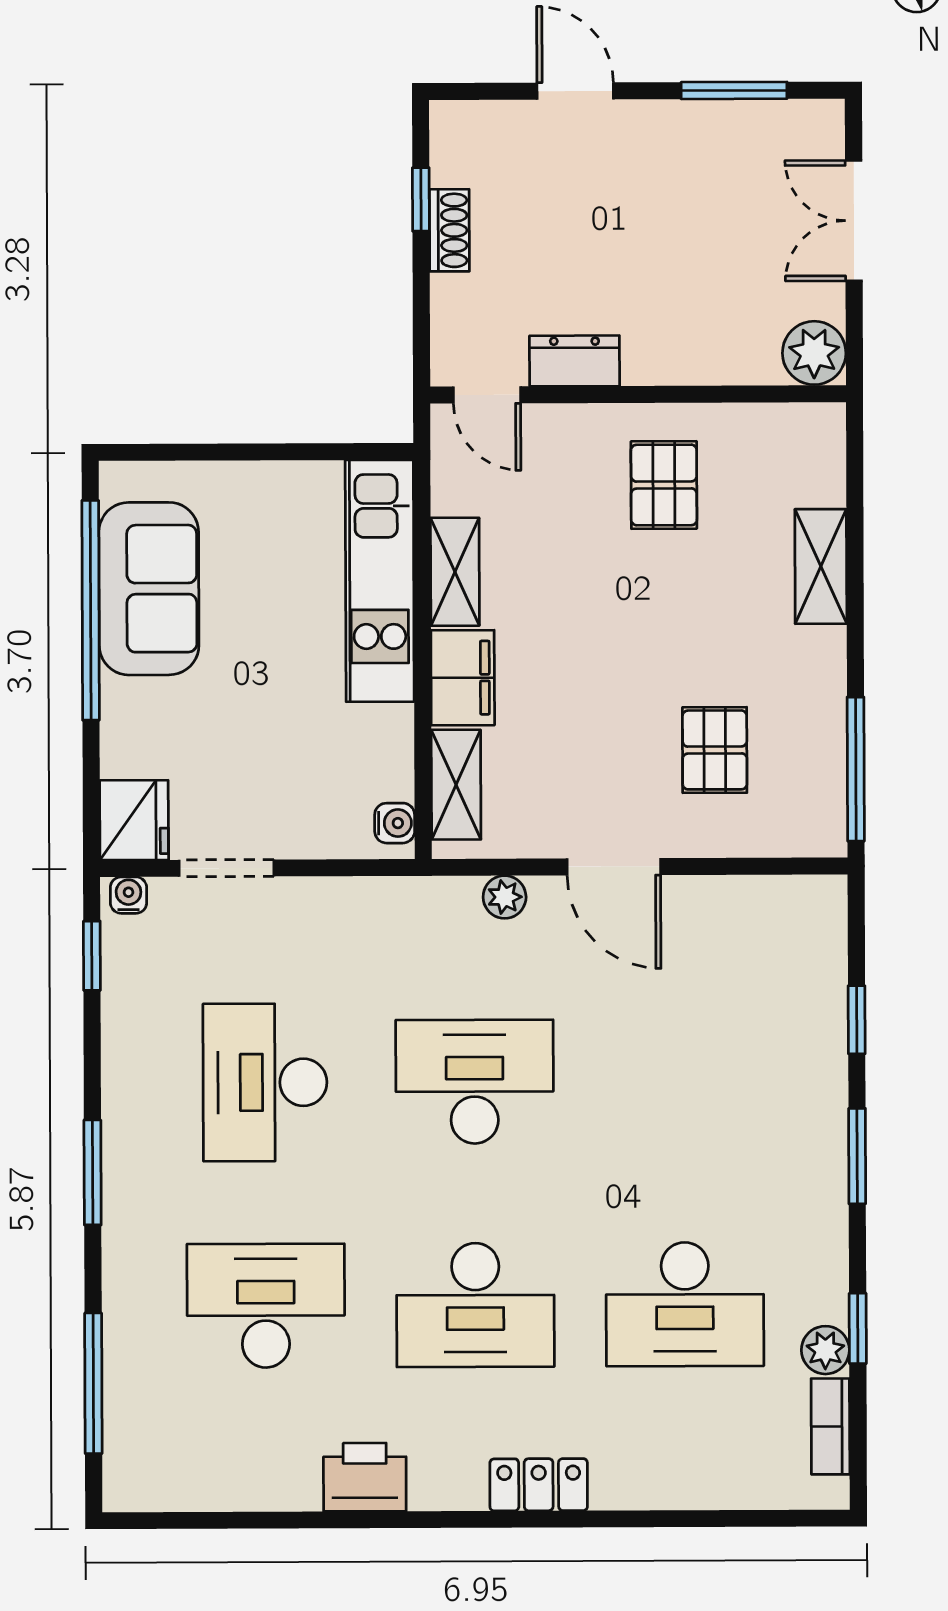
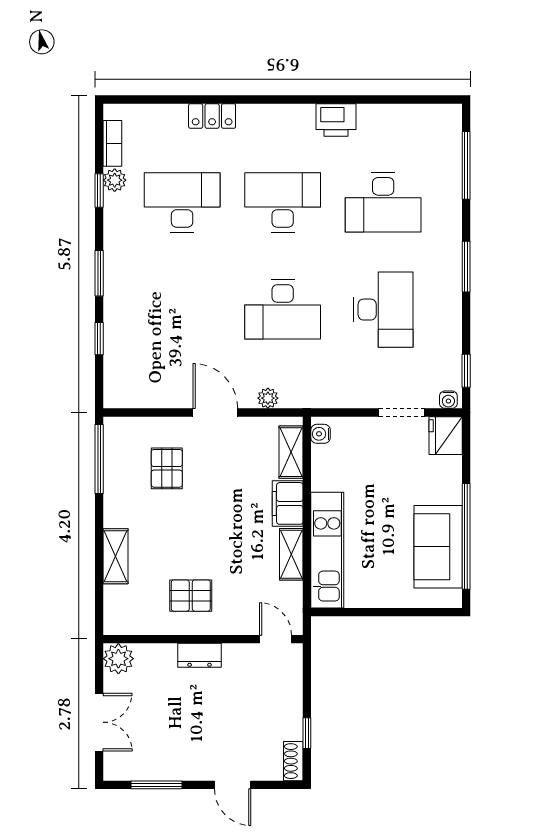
shoe rack: (449, 230) -> (293, 761), moved
dresser: (575, 361) -> (200, 655), moved
pallet: (664, 485) -> (191, 596), turned 90
locker: (539, 1485) -> (212, 116), moved

